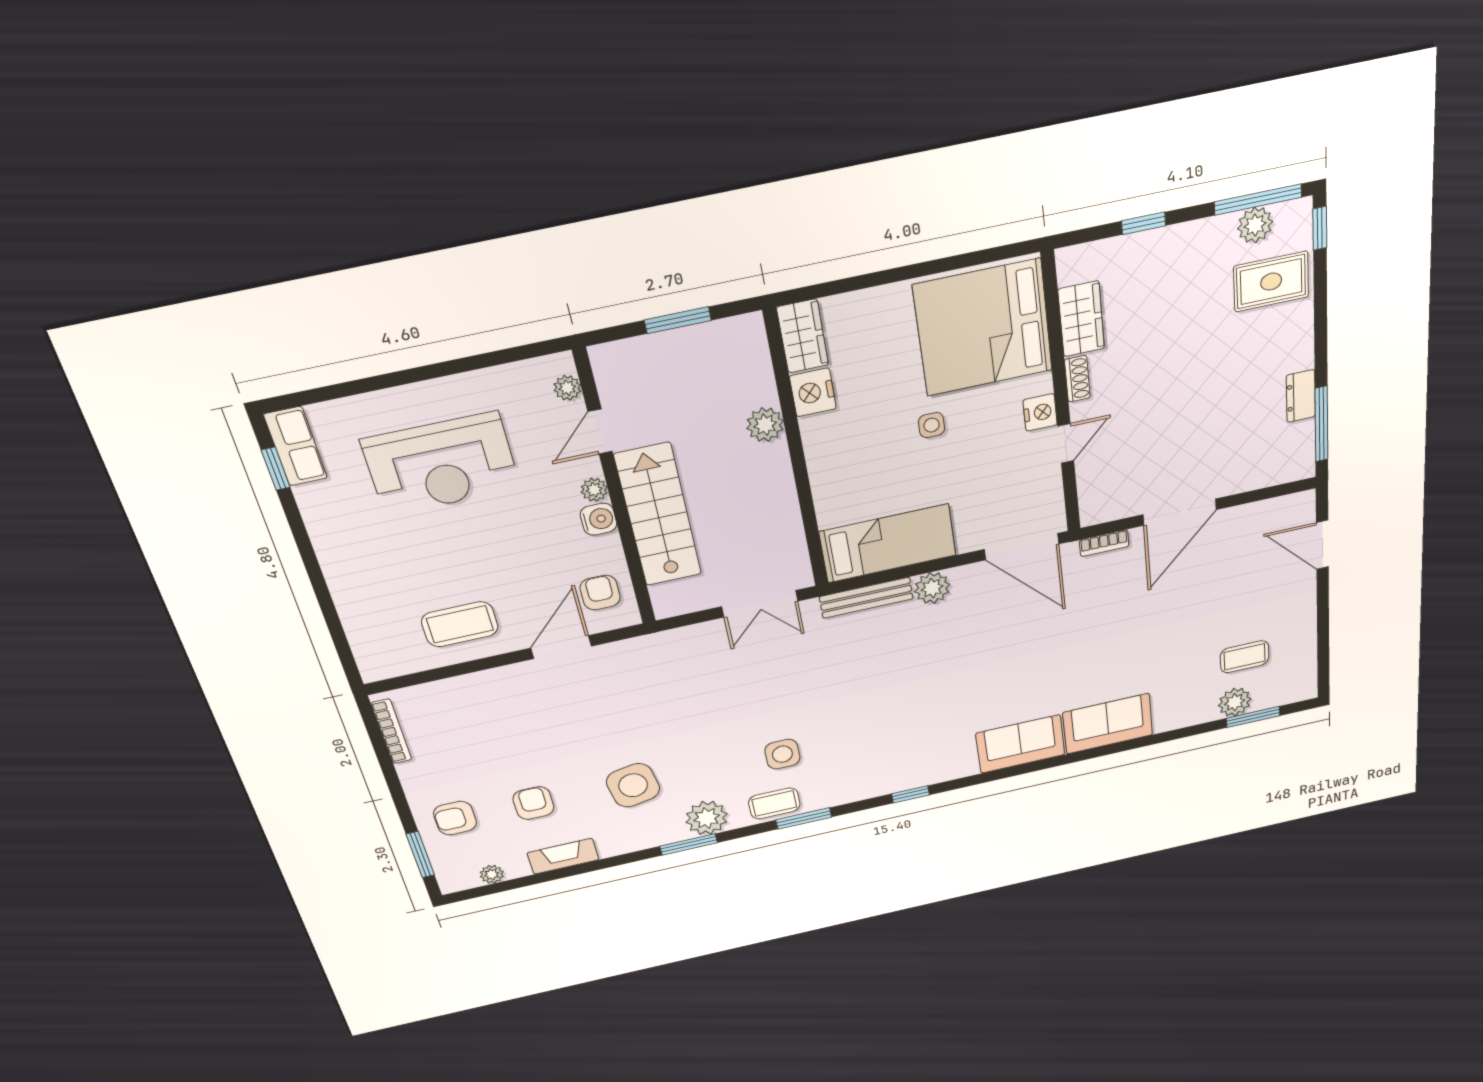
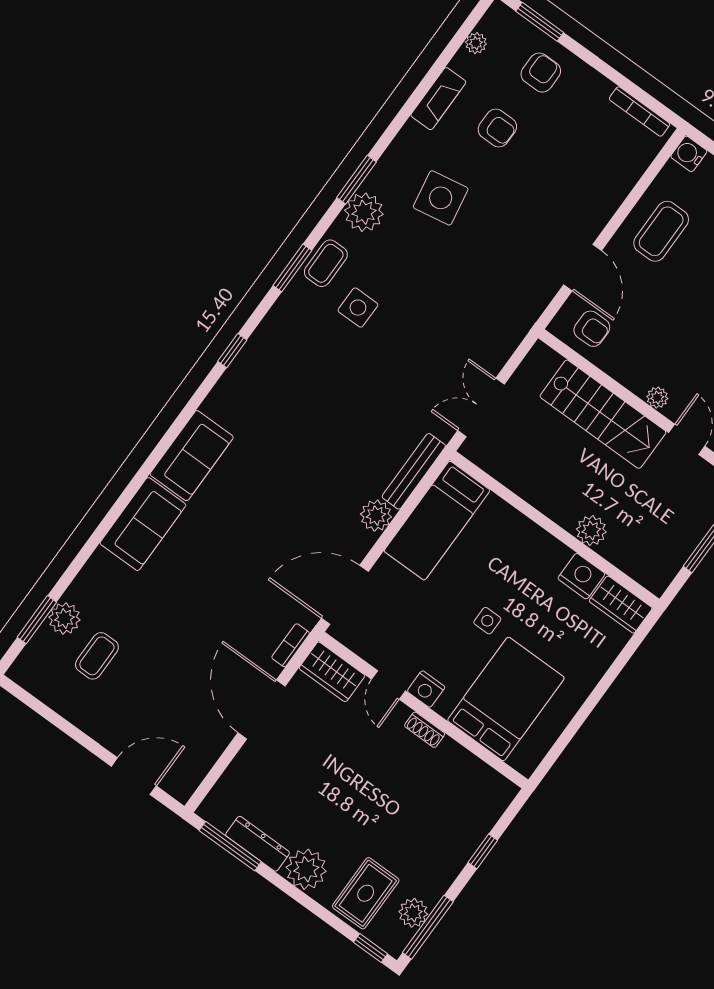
wardrobe: (1081, 319) -> (332, 672), moved
bed: (983, 328) -> (506, 699), width x0.73
plant: (1291, 349) -> (306, 869), added
dresser: (1301, 396) -> (258, 844), width x1.44
water cooler: (599, 519) -> (689, 154), moved, turned 90

